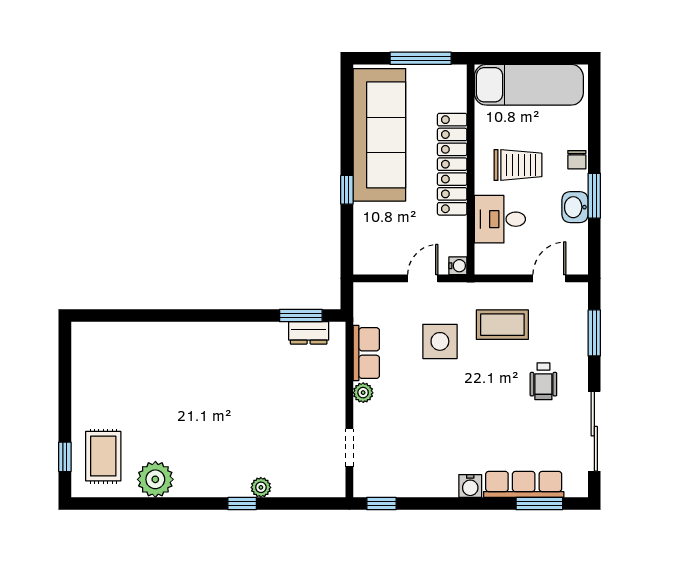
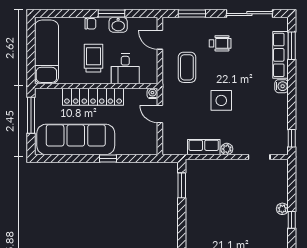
dresser: (309, 333) -> (192, 181), removed
side table: (440, 341) -> (221, 100), moved

